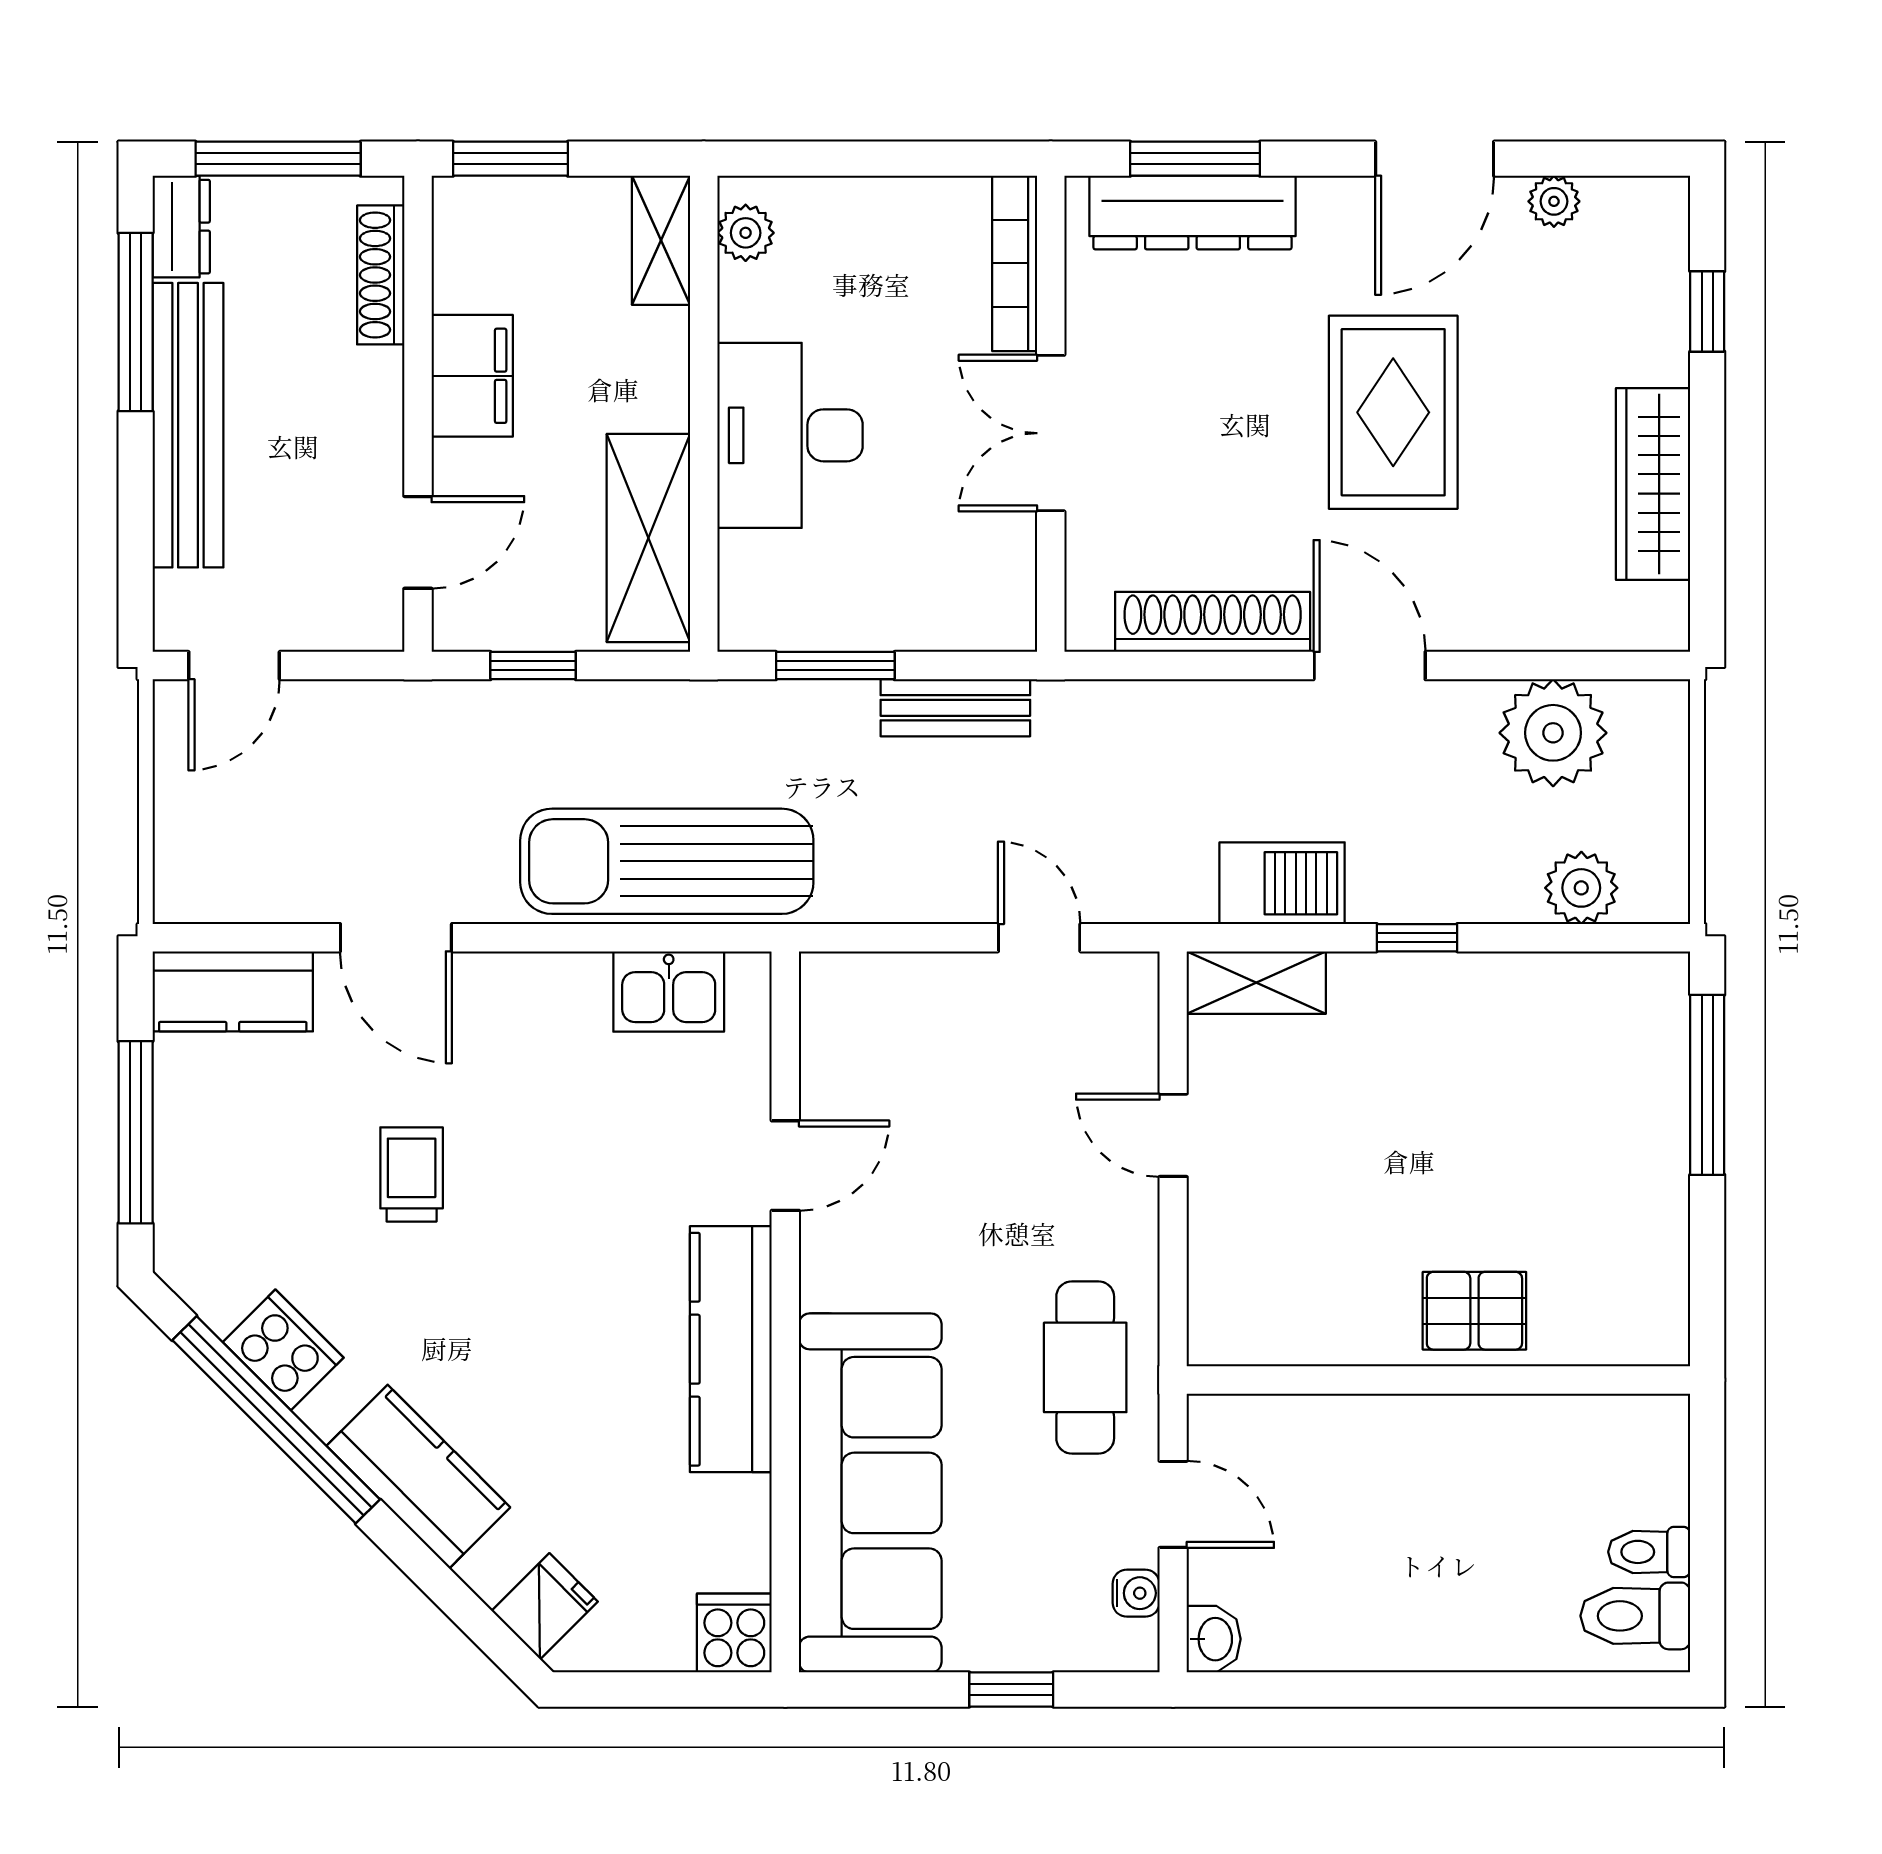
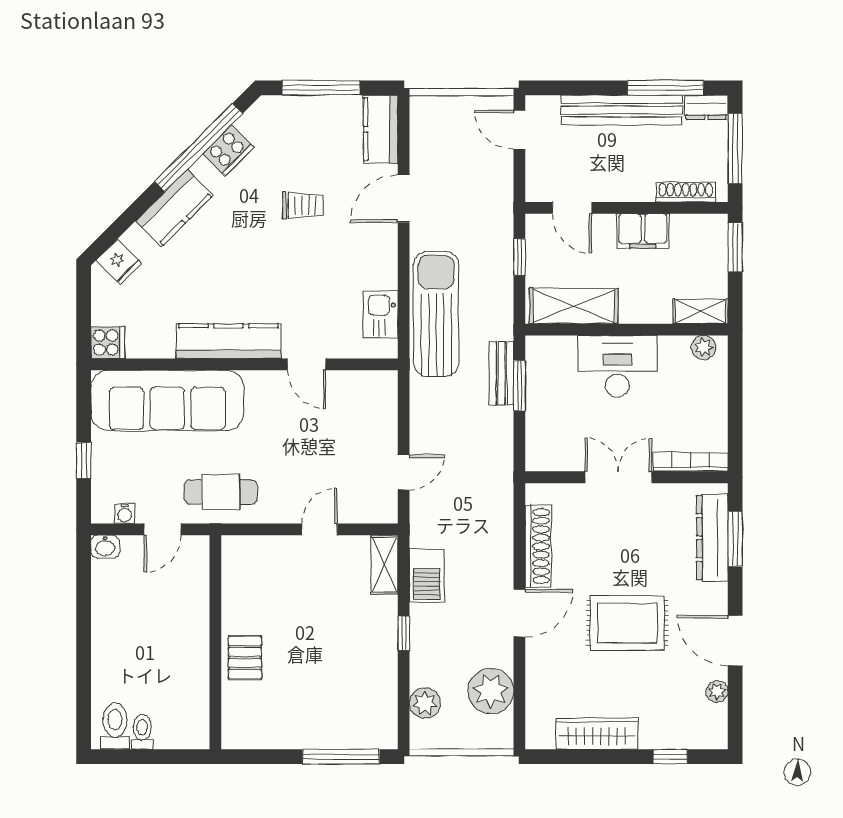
bench: (955, 708) -> (501, 373), moved

